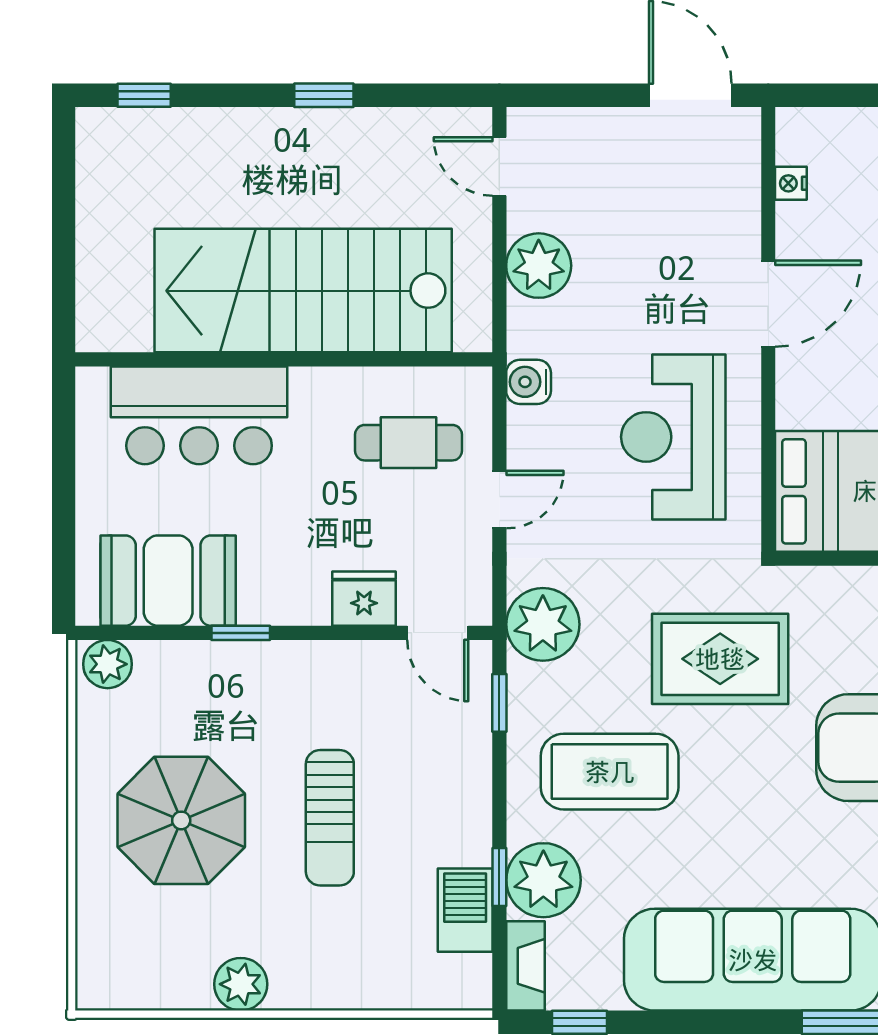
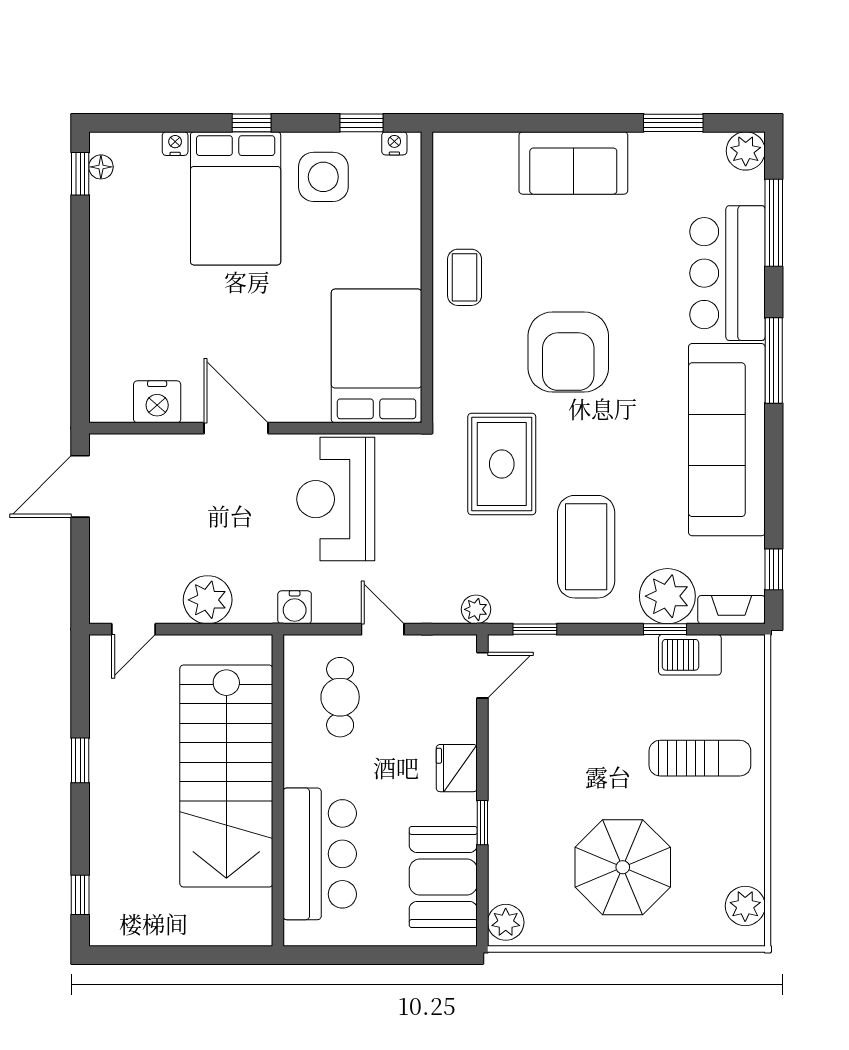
nightstand: (791, 183) -> (157, 402), width x1.89, depth x1.79
reception desk: (673, 437) -> (336, 499), turned 90
fridge: (364, 599) -> (457, 768), moved
plant: (543, 624) -> (476, 609), width x0.53, depth x0.53
sun lounger: (330, 818) -> (700, 758), moved
plant: (241, 984) -> (745, 906), moved

